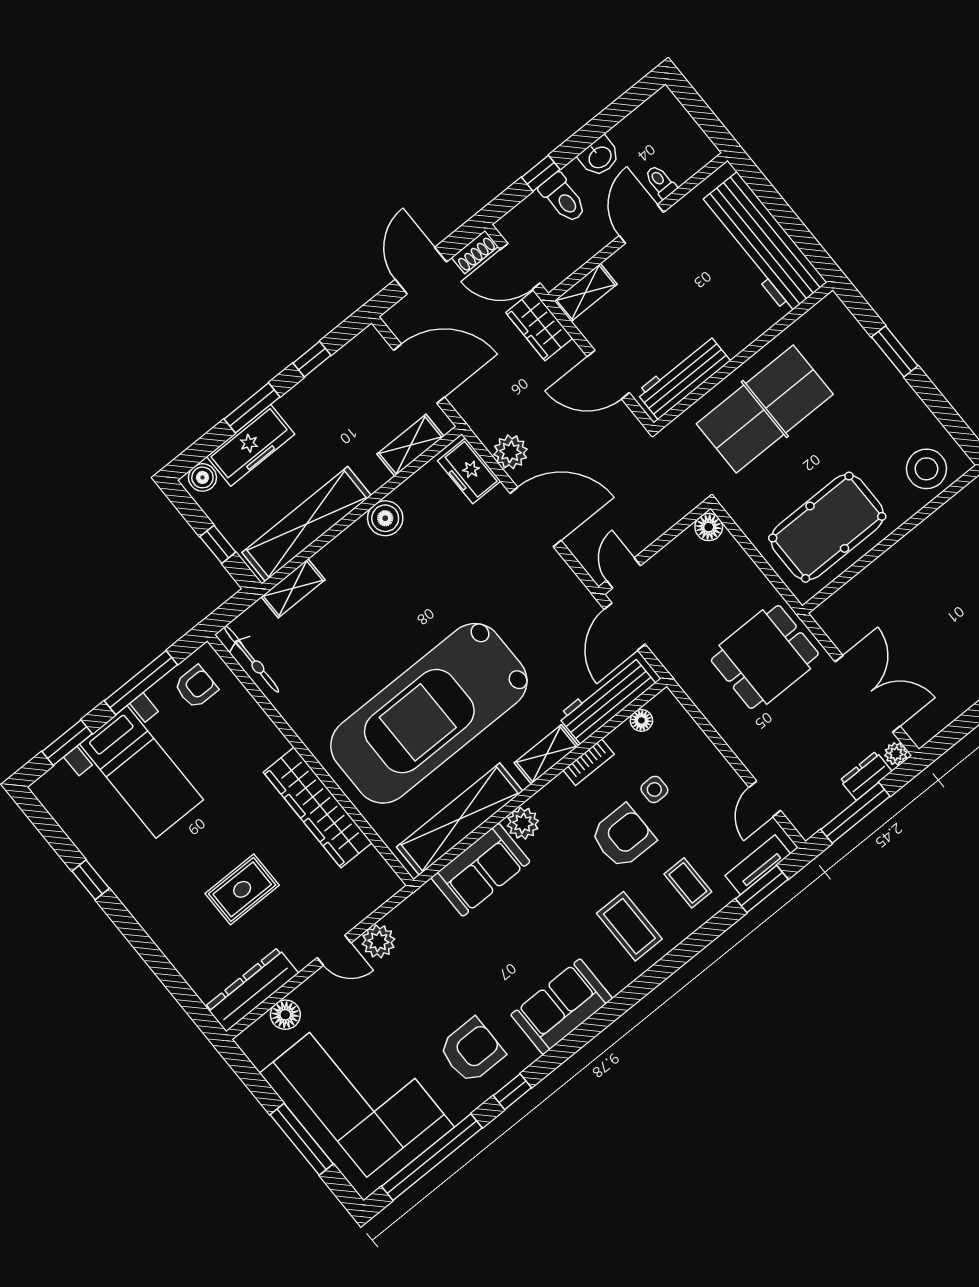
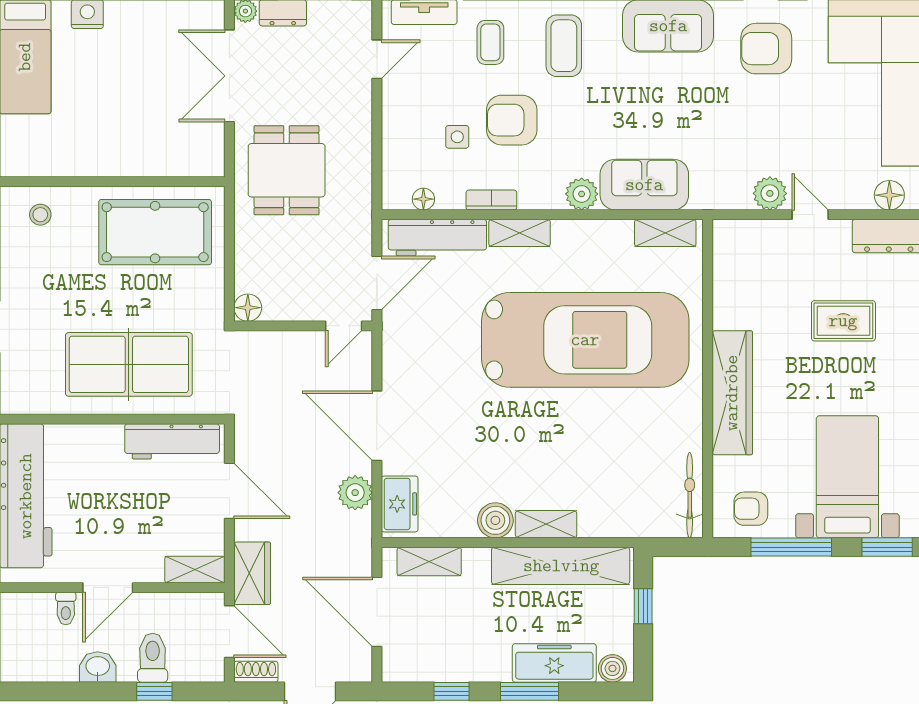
stool: (926, 469) -> (40, 215), width x0.53, depth x0.53
shelving: (293, 588) -> (546, 524), moved
dining table: (765, 657) -> (287, 170), turned 90
wardrobe: (318, 808) -> (732, 393), moved
shelving: (460, 819) -> (665, 233), width x0.45, depth x0.75

